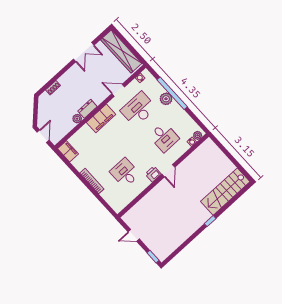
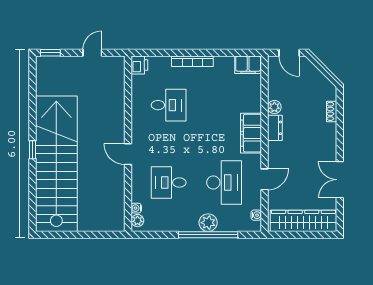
printer: (153, 174) -> (139, 65), moved
stairs: (225, 192) -> (56, 164), width x1.86, depth x1.51

